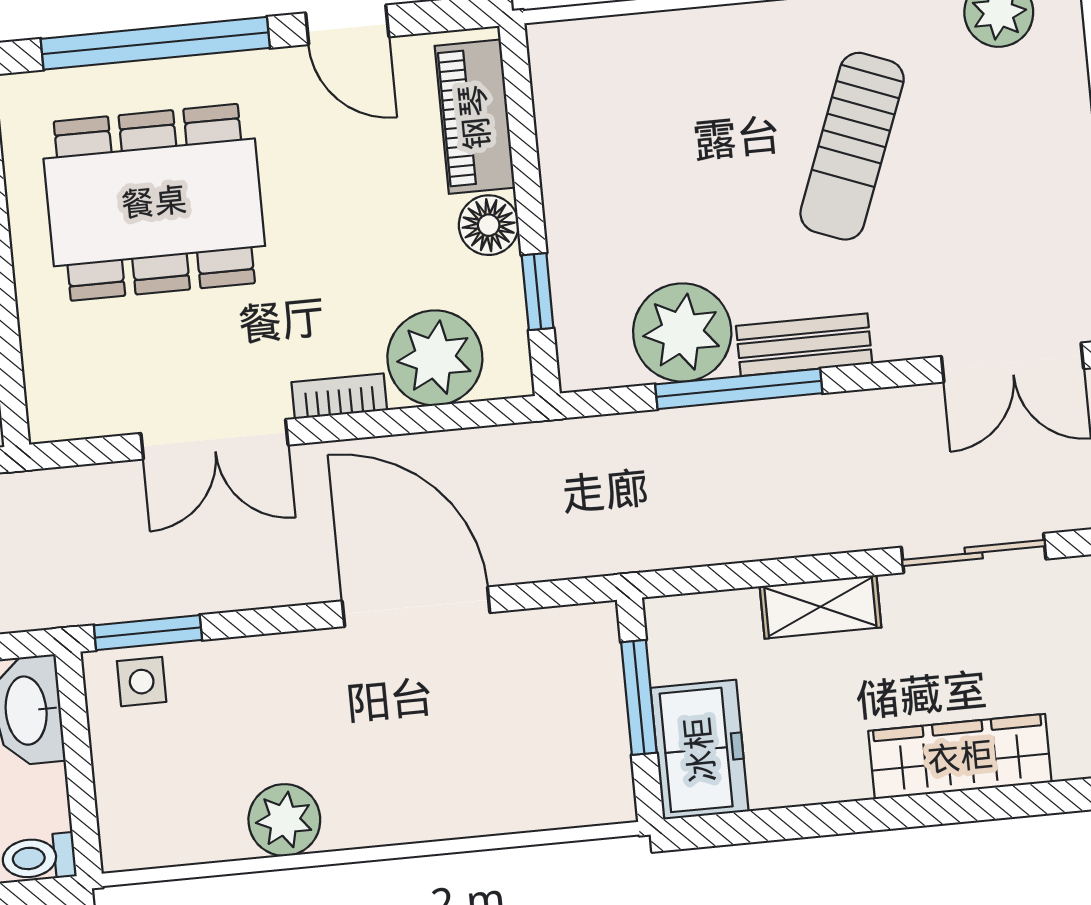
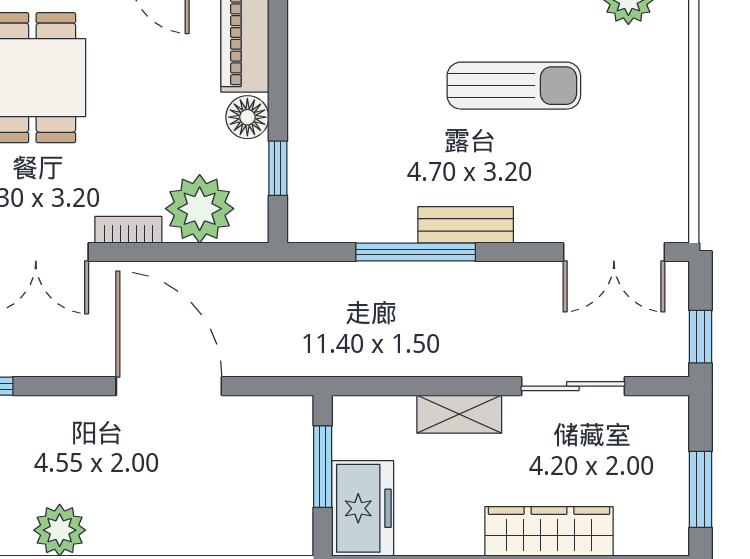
sun lounger: (852, 146) -> (514, 86), turned -111
plant: (682, 332) -> (379, 208), removed

